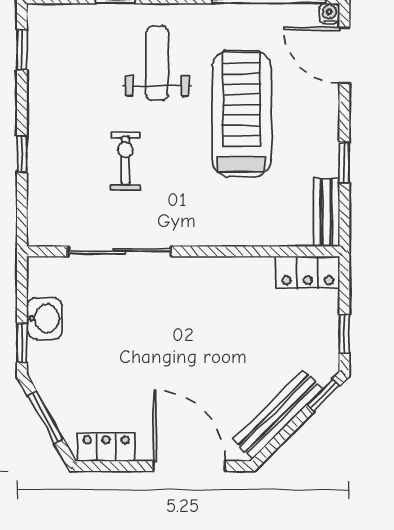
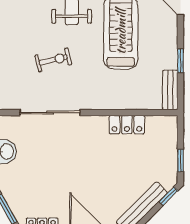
exercise bike: (125, 161) -> (53, 60), turned 77
locker: (308, 272) -> (127, 125), moved

